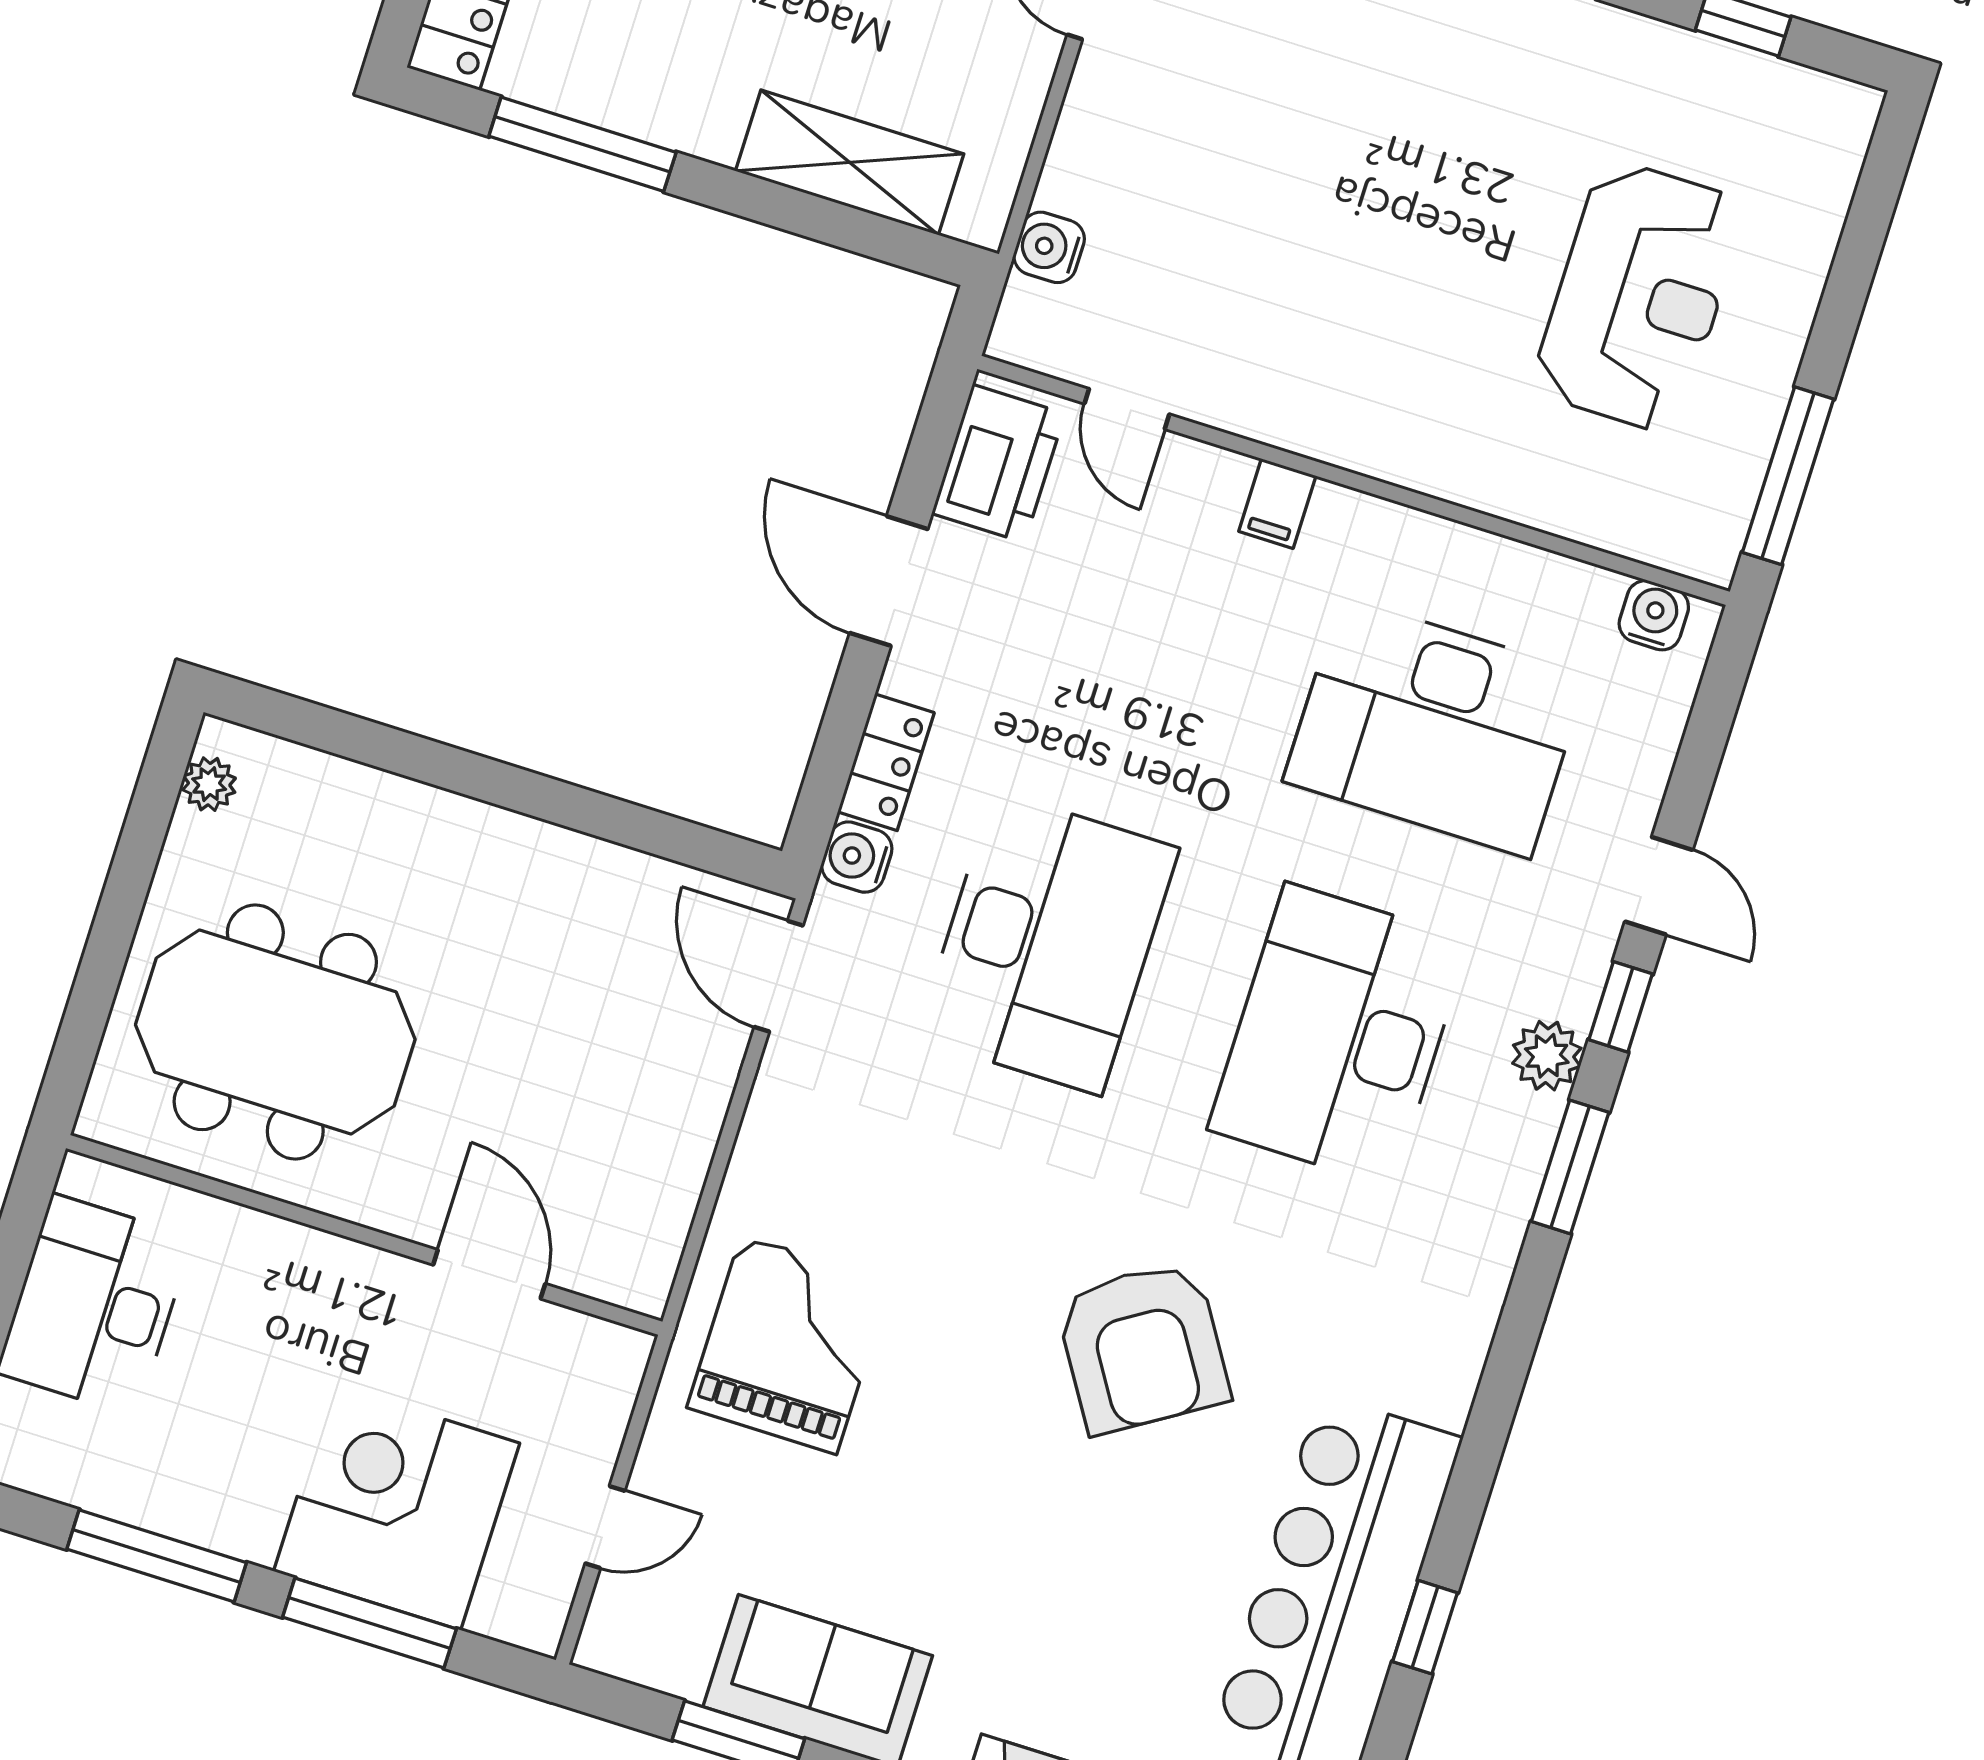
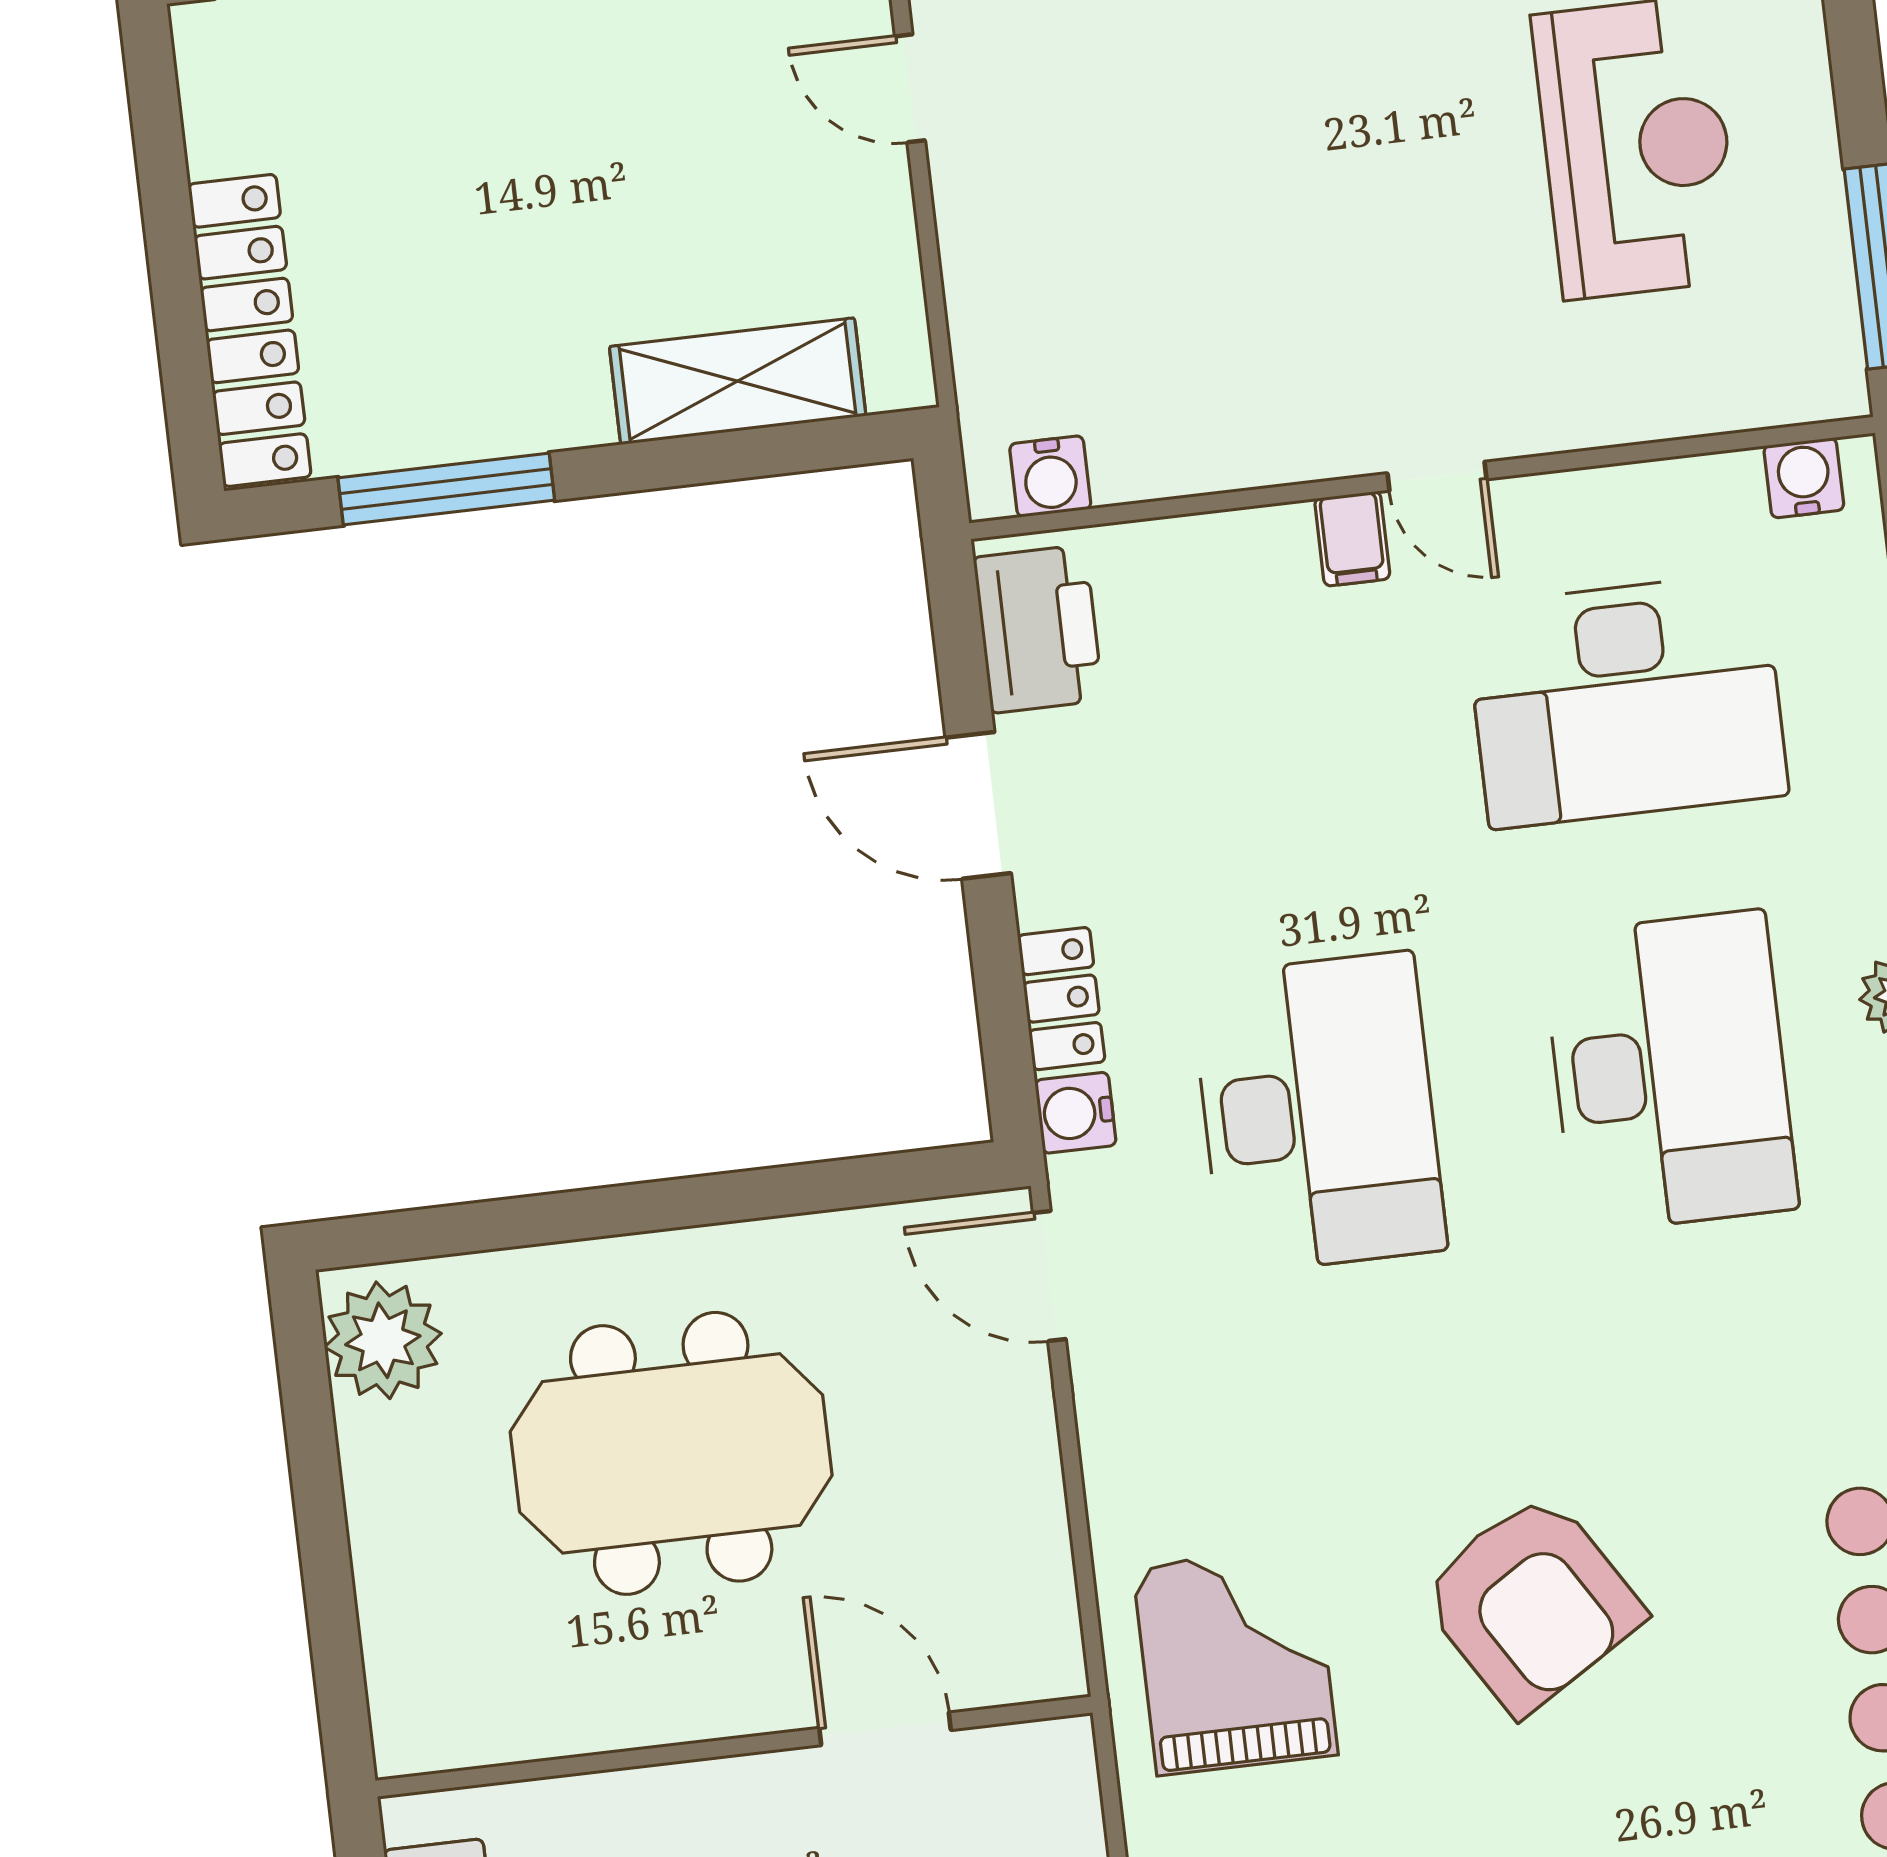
water cooler: (1049, 247) -> (1050, 476), moved, turned -90
door: (1127, 409) -> (1437, 476), moved
plant: (209, 784) -> (383, 1340), width x1.88, depth x1.88
meeting table: (275, 1032) -> (671, 1453), moved
desk: (1339, 1035) -> (1670, 1072), turned 180
armchair: (1143, 1347) -> (1531, 1603), moved

